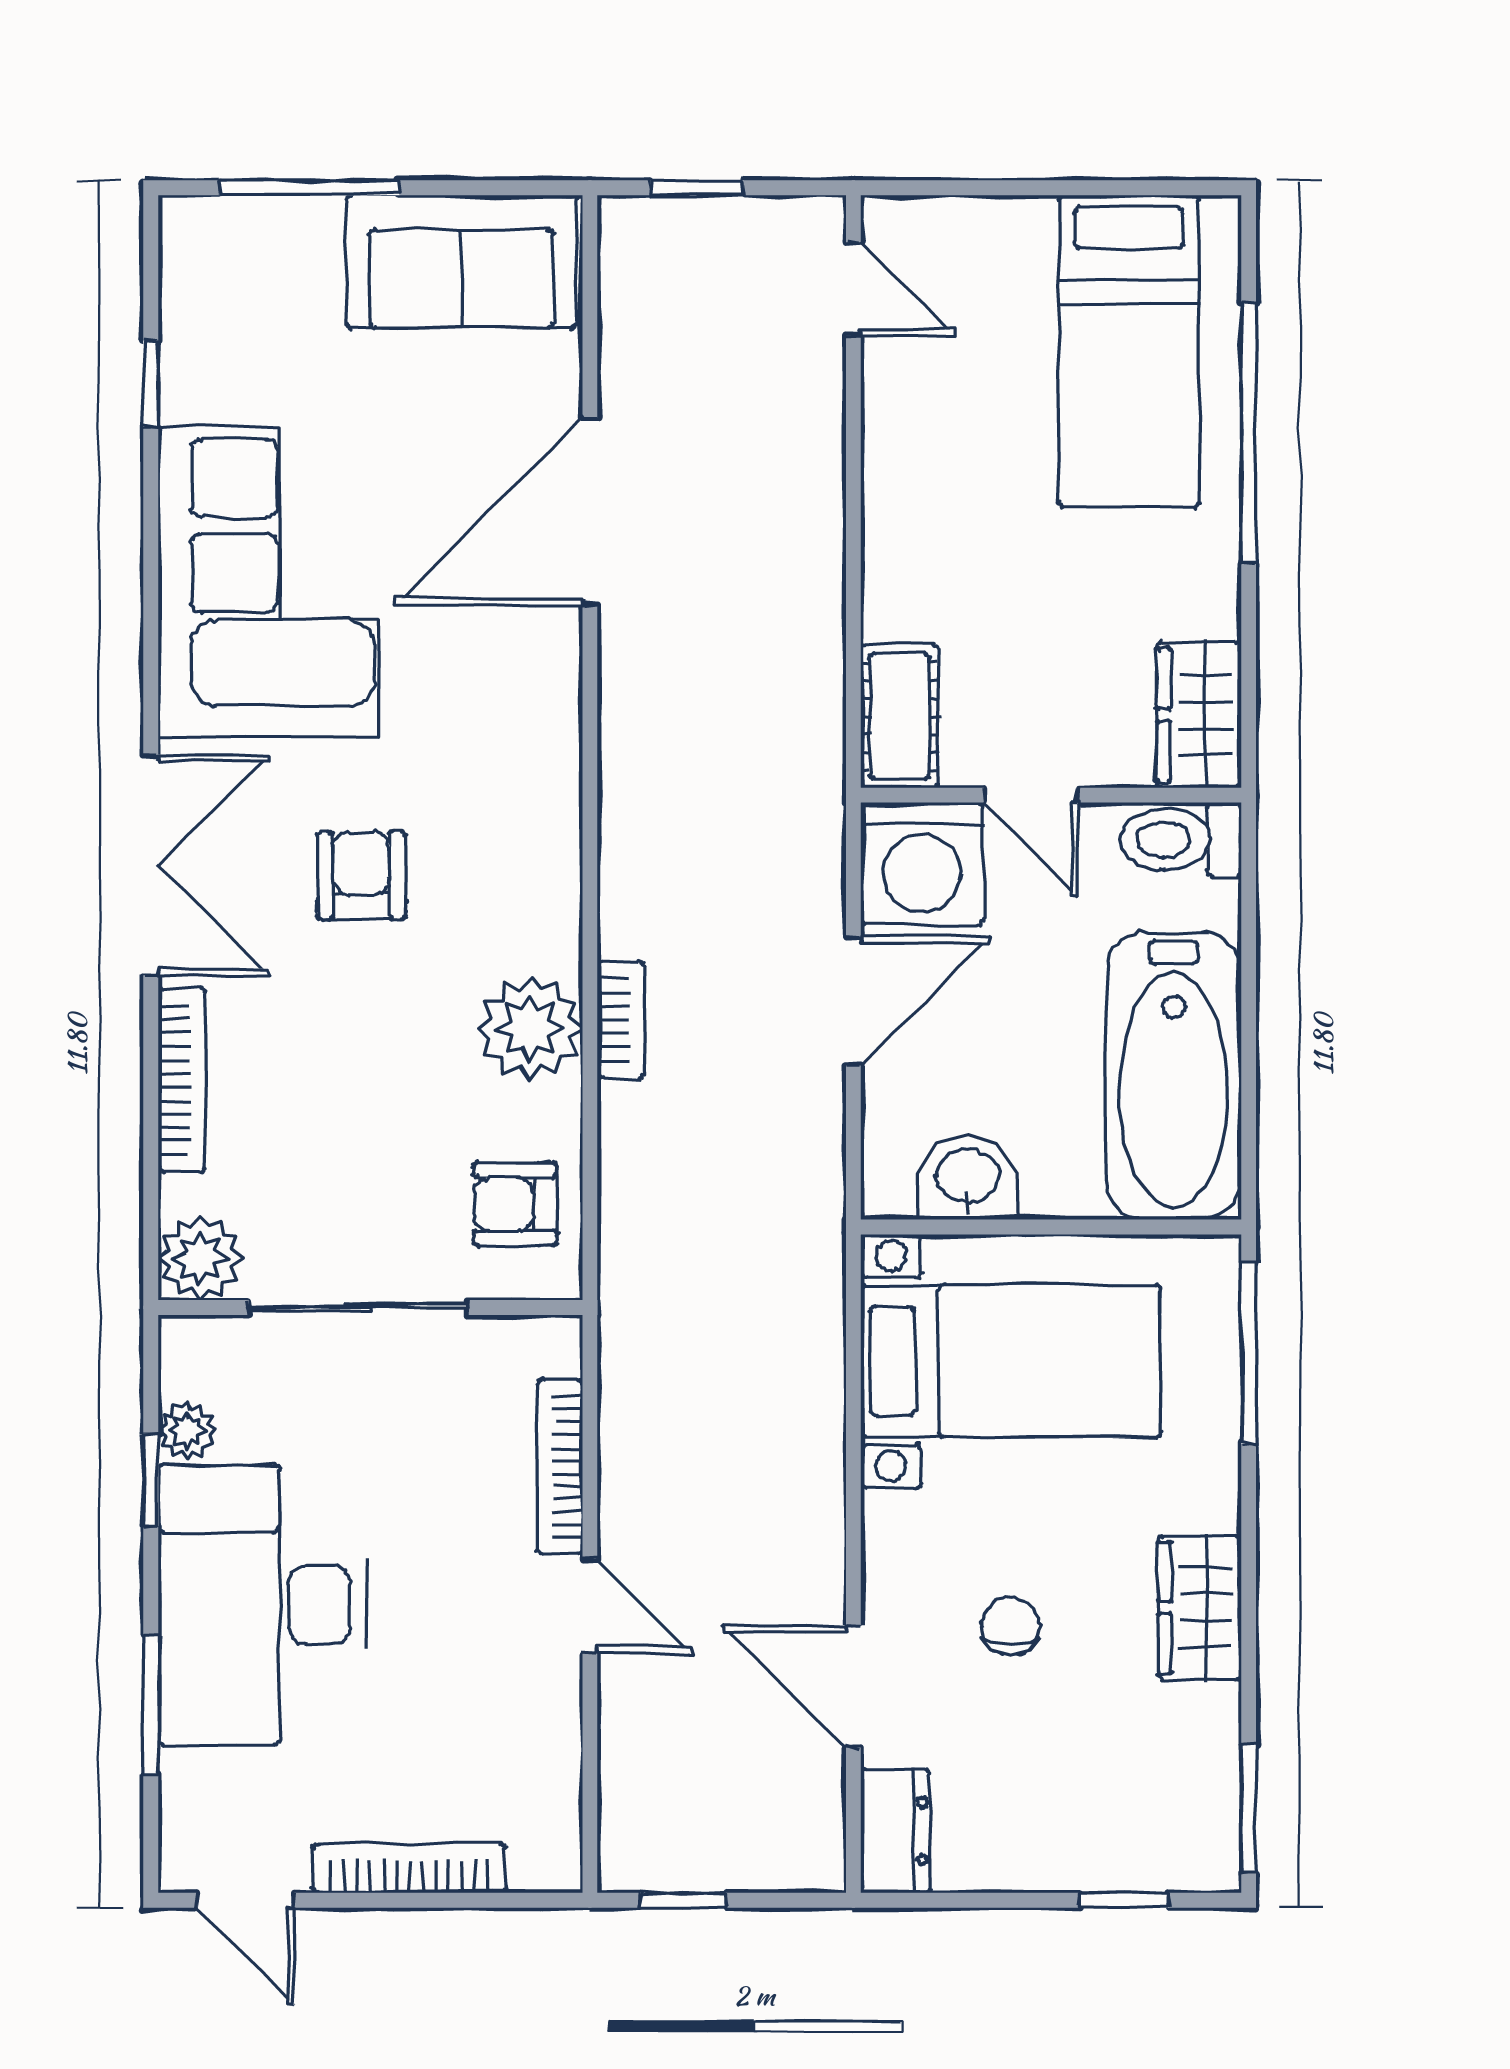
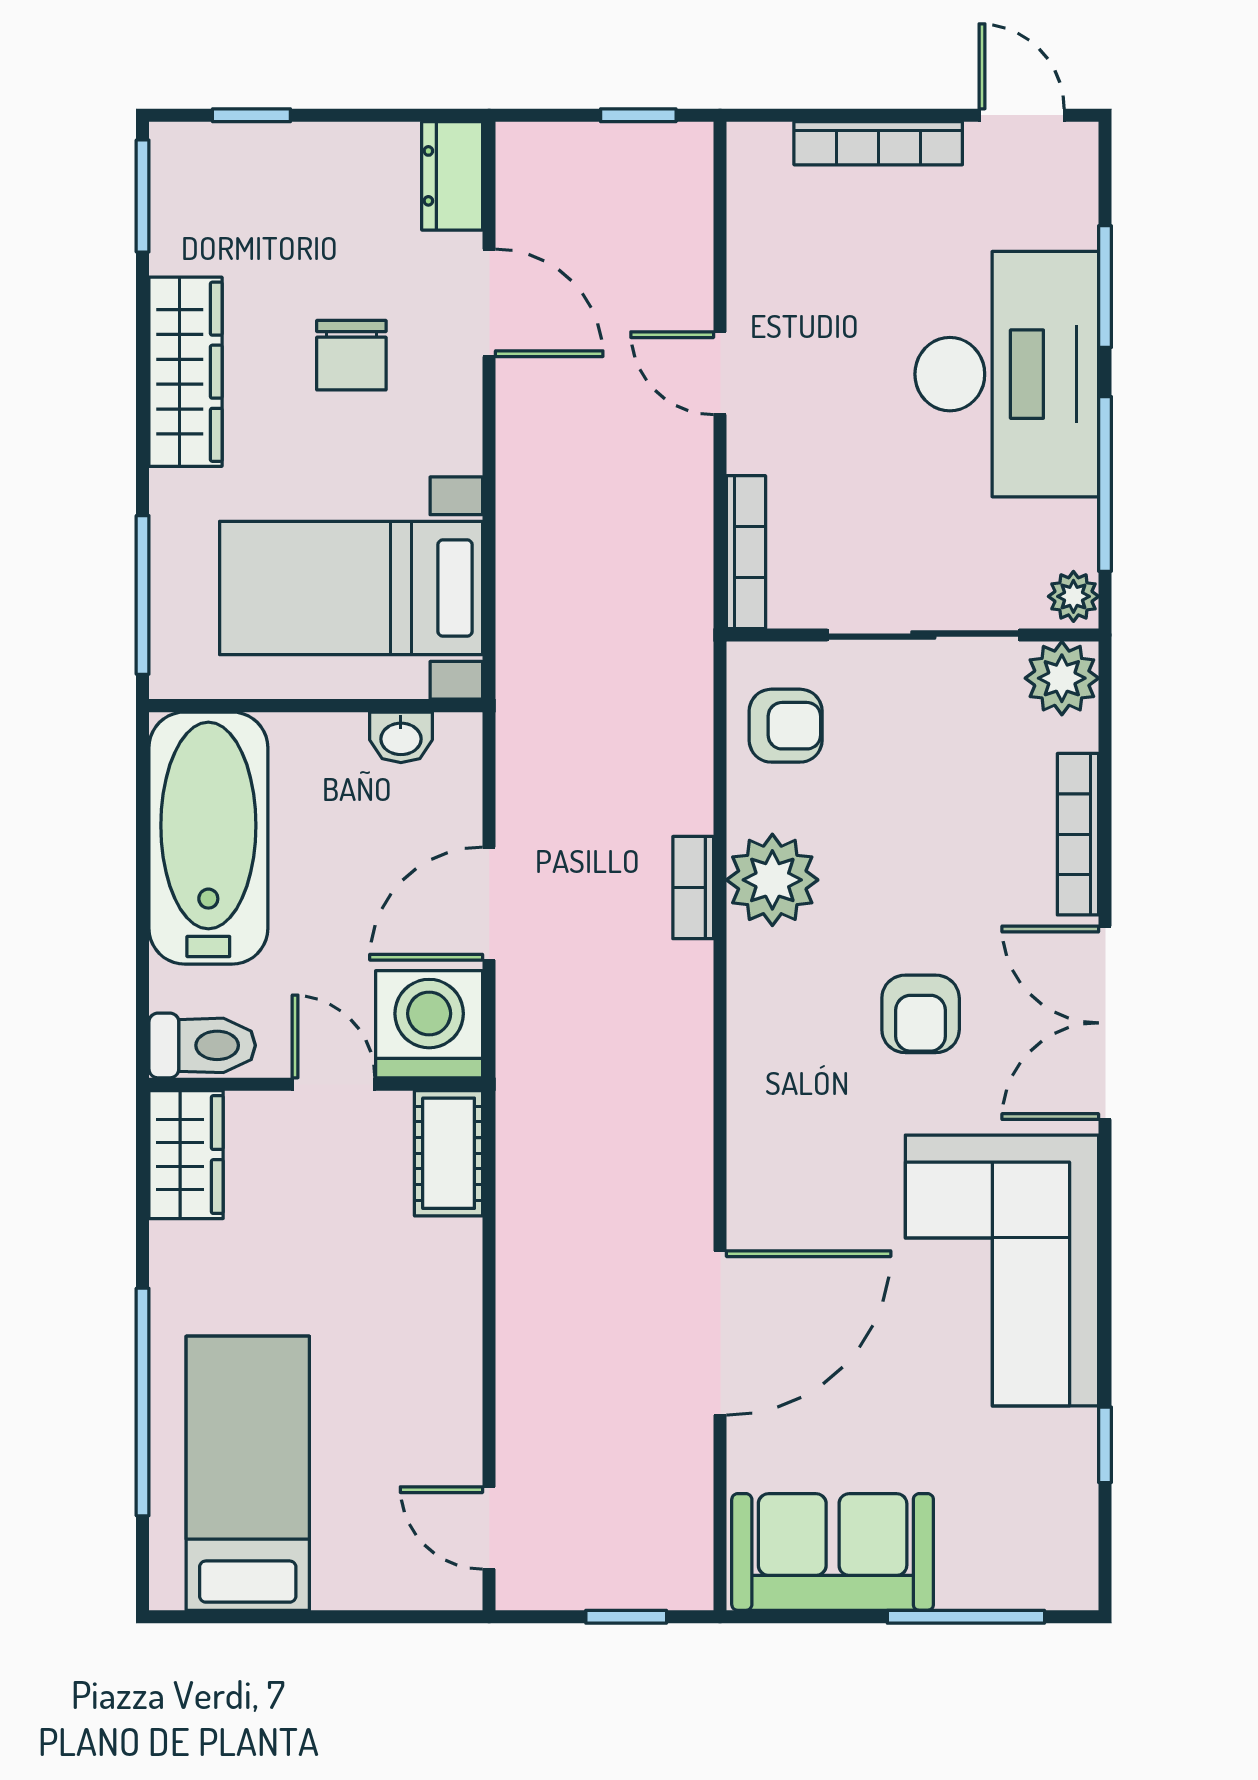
washbasin: (968, 1178) -> (401, 737), width x0.72, depth x0.69
plant: (187, 1431) -> (1073, 596), moved
bookcase: (560, 1467) -> (746, 552), moved
window: (151, 1480) -> (1105, 484), width x2.17
wardrobe: (1200, 1608) -> (186, 372), width x1.50
chair: (1010, 1627) -> (351, 355), width x1.37, depth x1.37

